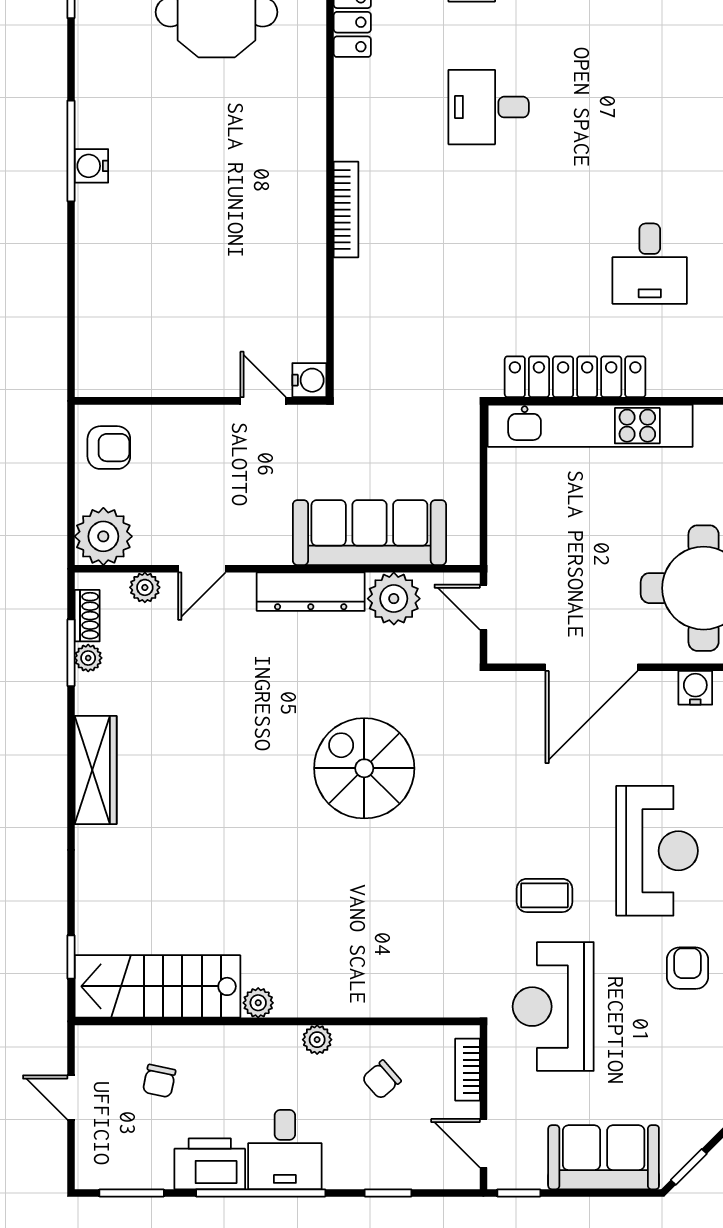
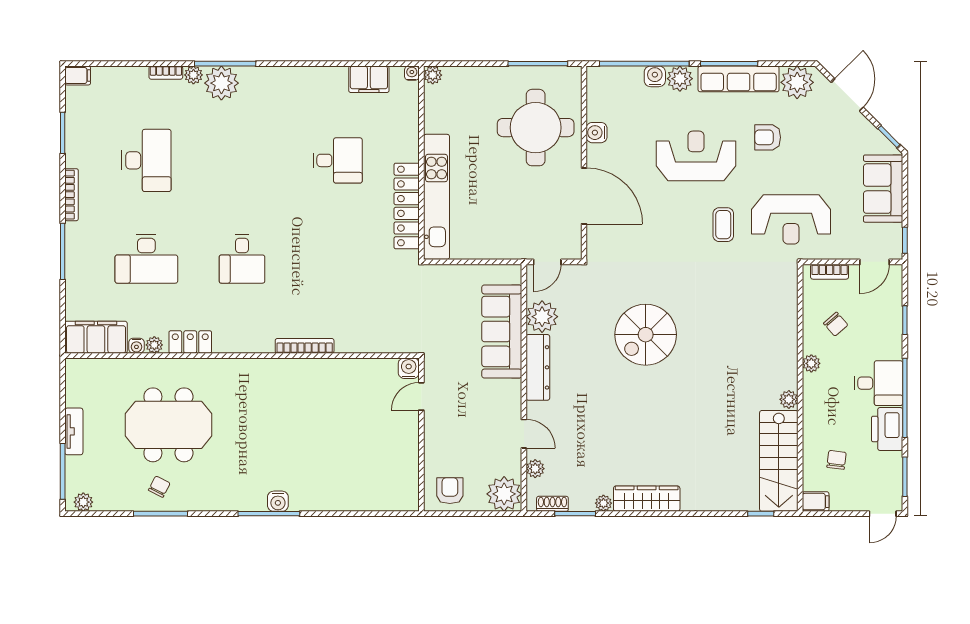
plant: (88, 658) -> (603, 503), moved
filing cabinet: (91, 1047) -> (816, 502), added
chair: (159, 1081) -> (836, 460), turned -95
door: (71, 1097) -> (883, 514), moved

